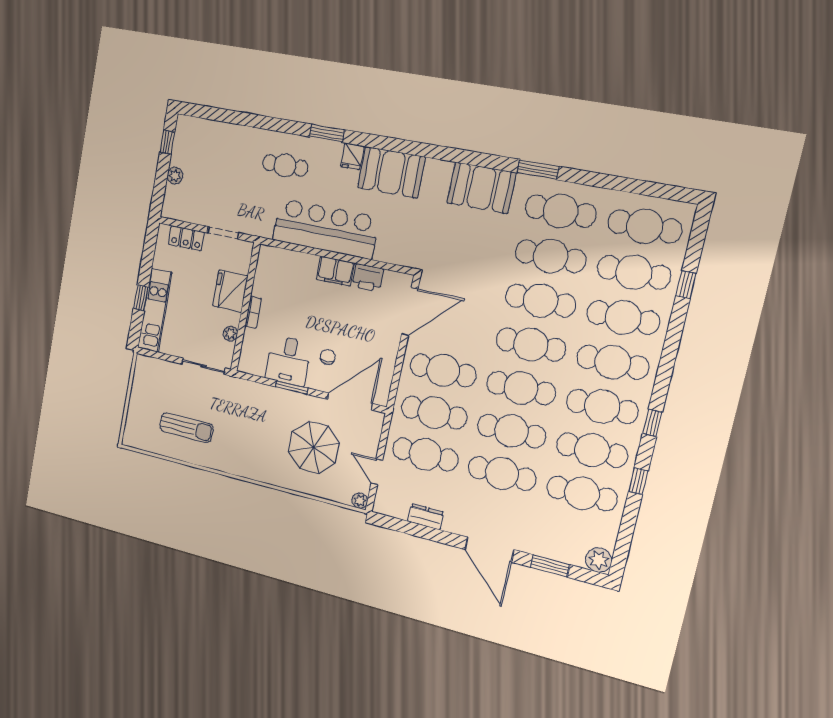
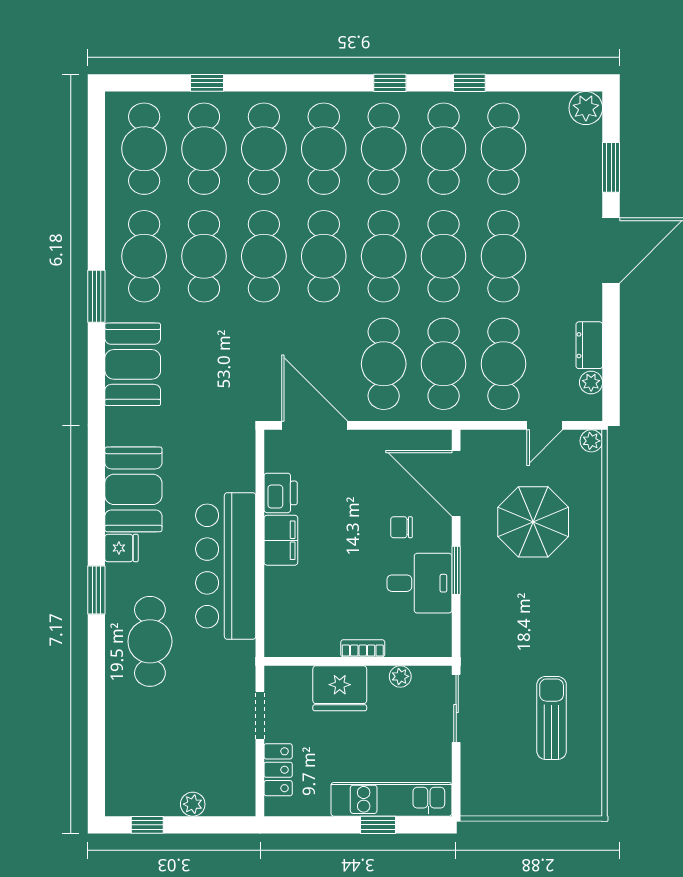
cafe table: (285, 165) -> (150, 641), width x1.37, depth x1.35
plant: (400, 511) -> (591, 382), added

